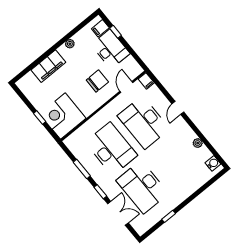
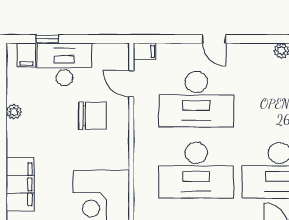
filing cabinet: (48, 66) -> (20, 184), moved
chair: (97, 81) -> (92, 116), turned 90
desk: (111, 149) -> (196, 170), turned 180

